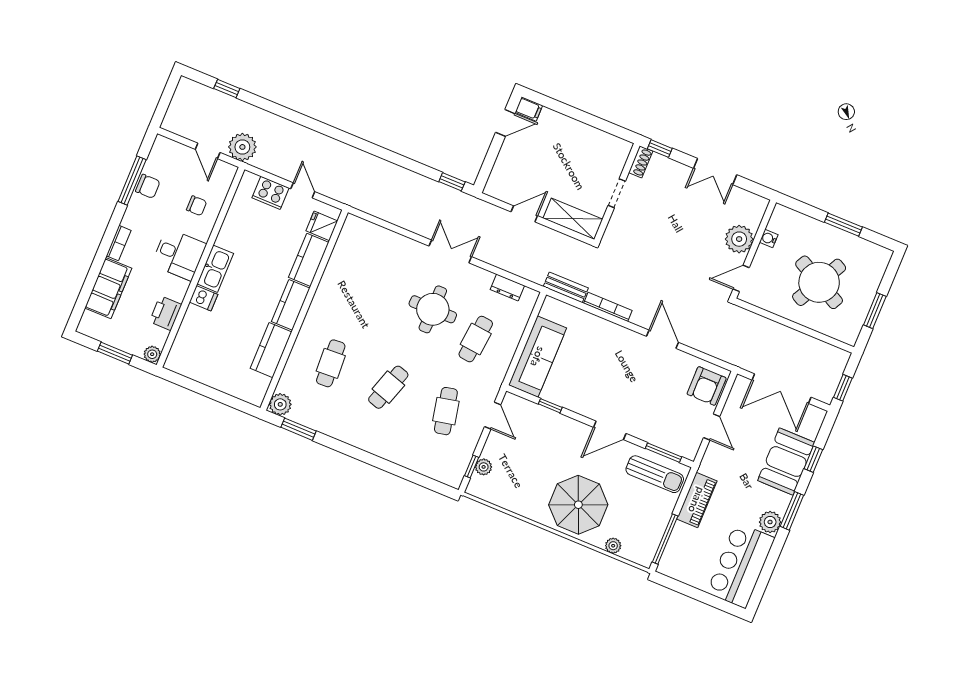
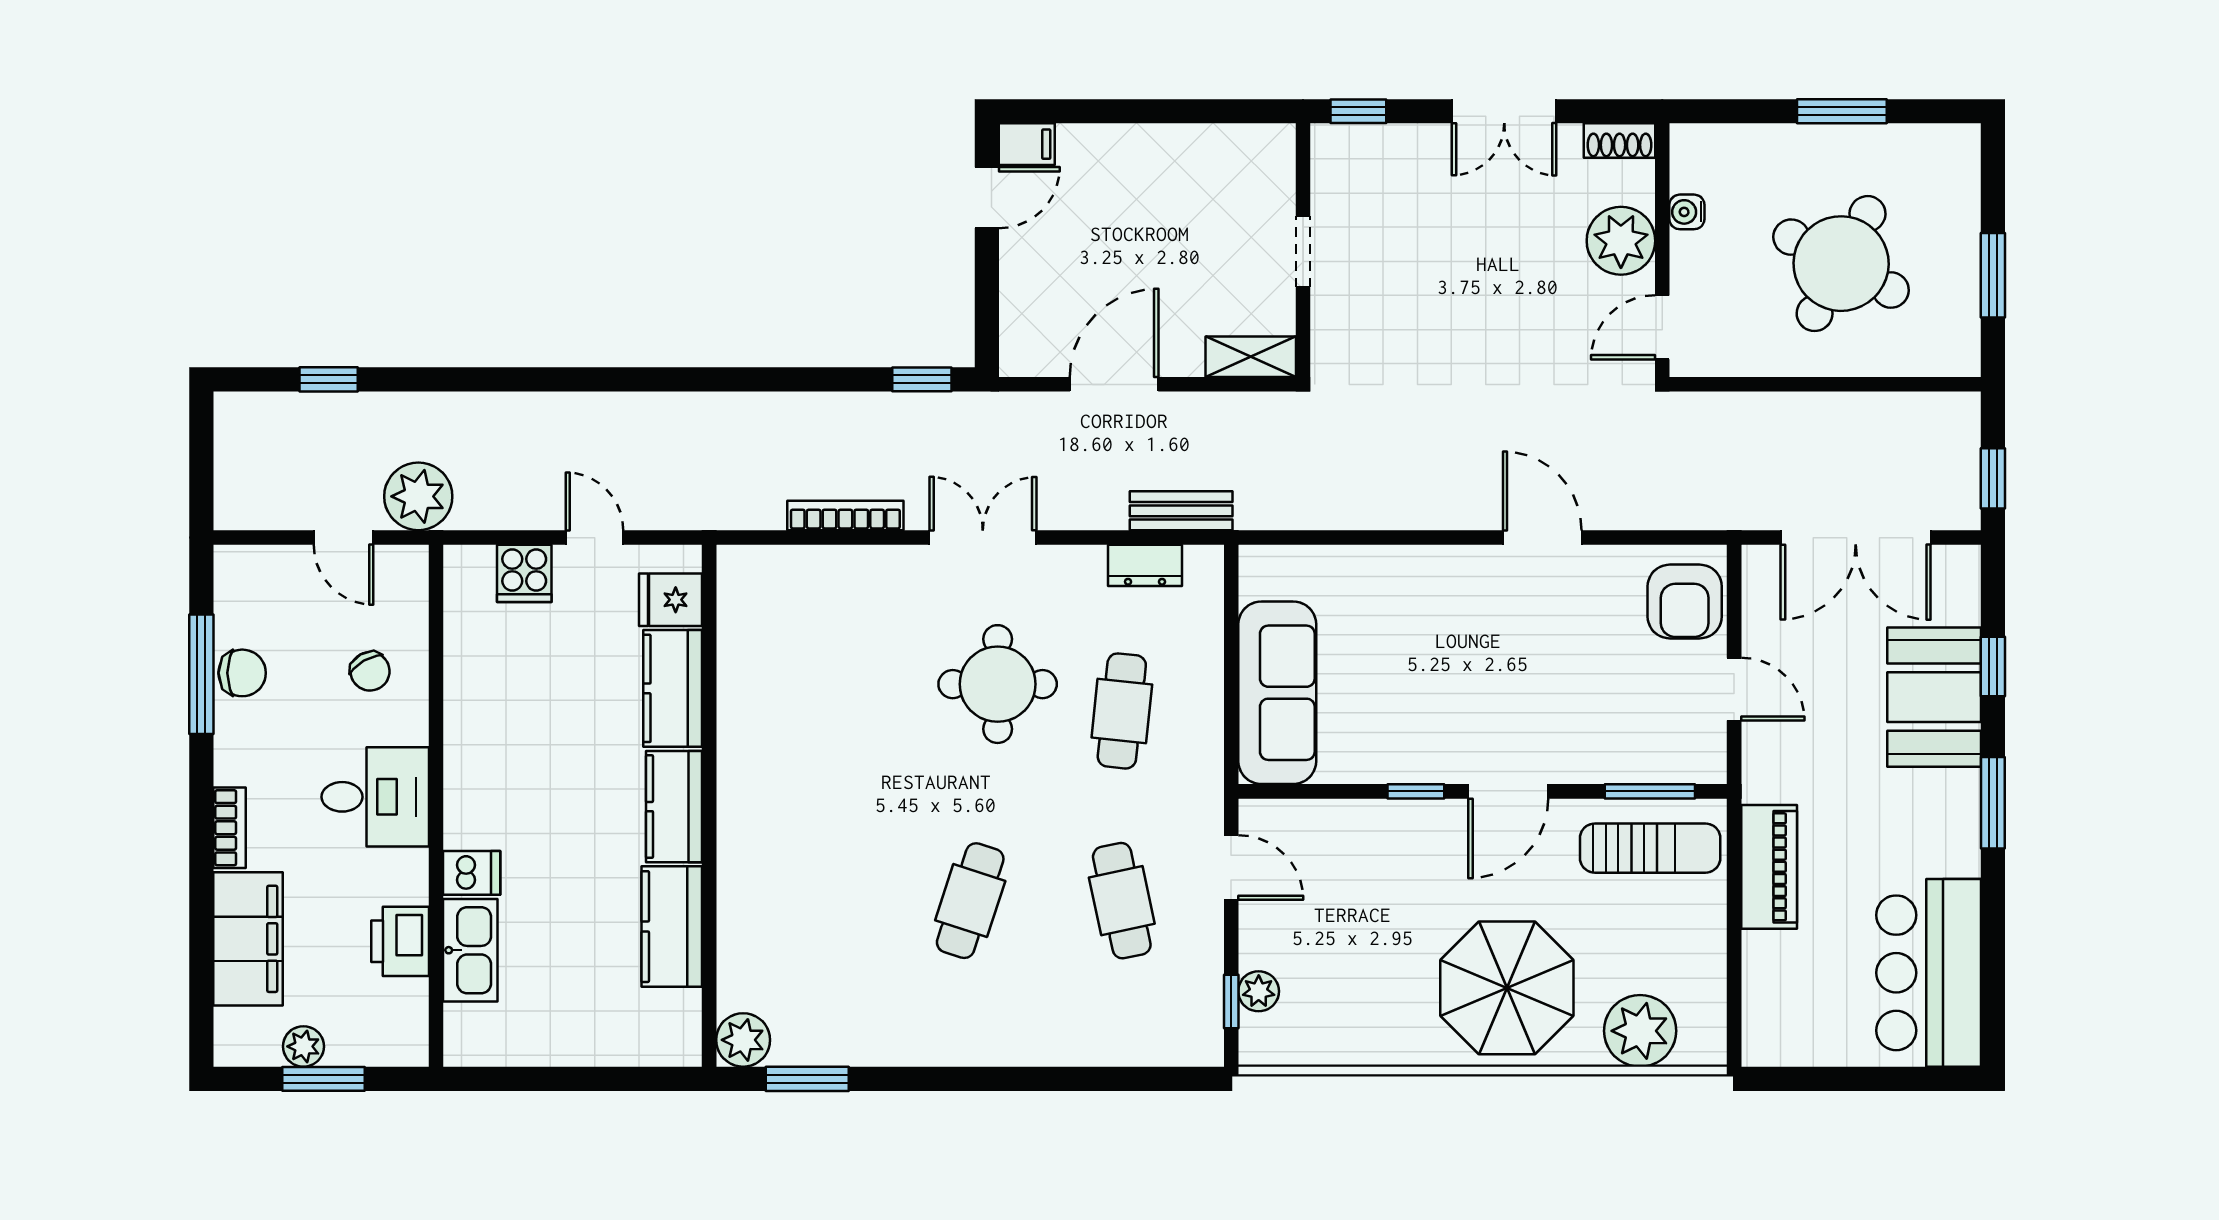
shoe rack: (641, 162) -> (1620, 140), moved, turned 90
cooker: (271, 193) -> (524, 573), width x0.73
chair: (197, 206) -> (370, 671), turned 60
door: (524, 214) -> (1114, 384), width x1.38
shelving: (573, 219) -> (1251, 357), width x0.67, depth x0.75
kitchen sink: (215, 269) -> (470, 950), moved
bench: (566, 287) -> (1181, 511), moved
bookcase: (608, 307) -> (845, 516), moved
plant: (152, 354) -> (303, 1046), moved
cafe table: (331, 363) -> (818, 901), removed
window: (550, 406) -> (1416, 791), moved
plant: (770, 522) -> (1954, 848), removed
window: (665, 539) -> (1734, 984), removed
plant: (613, 546) -> (1640, 1031), width x1.87, depth x1.87

